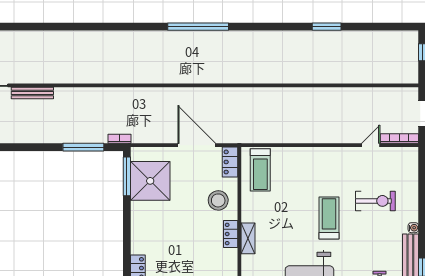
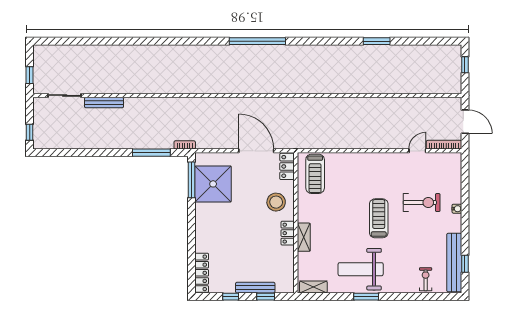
water cooler: (413, 228) -> (457, 209), moved

